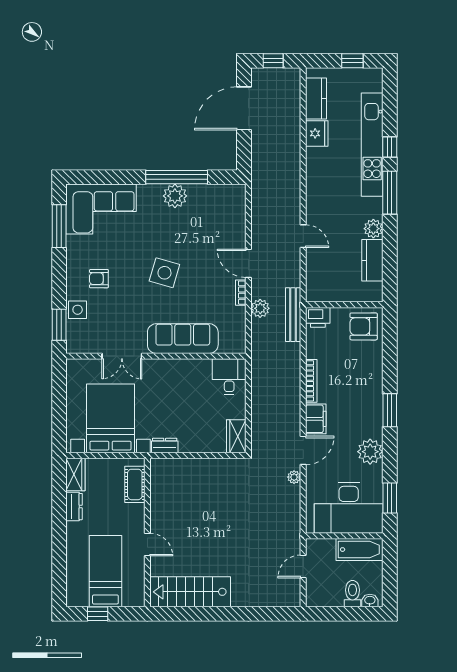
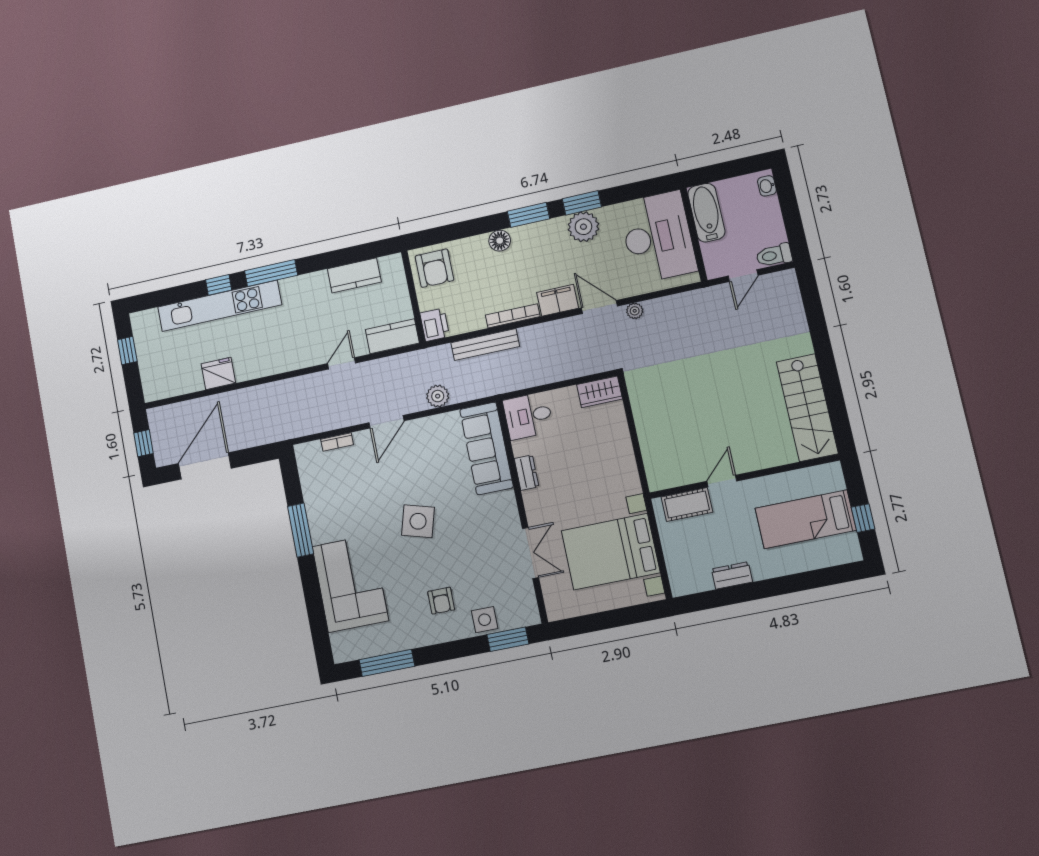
kitchen counter: (316, 98) -> (392, 336), moved
door: (244, 108) -> (205, 466), swing flipped
window: (177, 177) -> (301, 530), width x0.68
plant: (175, 196) -> (323, 527), removed
corner sofa: (101, 209) -> (350, 583), moved
plant: (373, 229) -> (317, 283), removed
bookcase: (241, 293) -> (337, 442), moved
bench: (293, 315) -> (485, 345), moved
sofa: (183, 339) -> (486, 448), moved
floor lamp: (374, 383) -> (500, 241), added
dresser: (165, 445) -> (527, 473), moved, turned 180
wardrobe: (75, 474) -> (691, 582), removed
window: (390, 498) -> (582, 203), moved
door: (147, 544) -> (722, 481), moved
door: (303, 566) -> (743, 276), hinge flipped
toilet: (352, 594) -> (774, 255), moved

